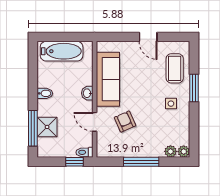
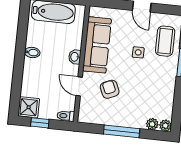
side table: (171, 104) -> (138, 52), moved
shower: (47, 127) -> (29, 107), moved
window: (33, 128) -> (16, 86), removed
window: (74, 162) -> (40, 123), moved

